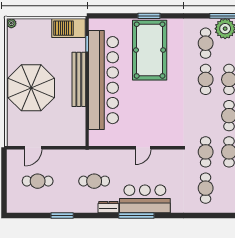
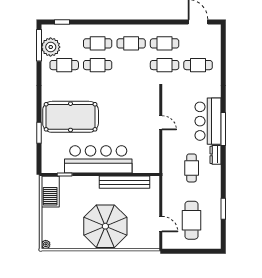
window: (149, 16) -> (39, 133), moved
bench: (79, 79) -> (124, 182), moved
bar counter: (103, 80) -> (98, 159), width x0.73
cafe table: (38, 181) -> (192, 220), width x1.37, depth x1.35
window: (62, 215) -> (223, 209), moved

